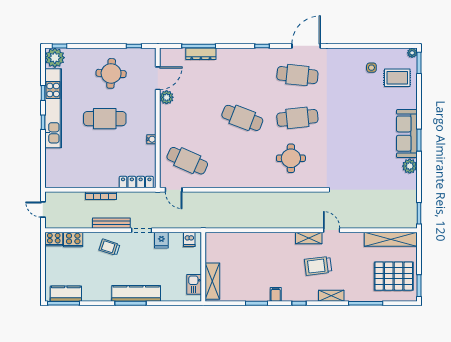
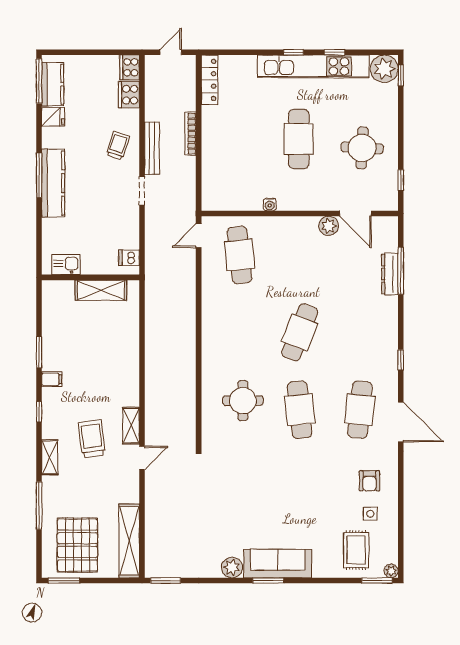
armchair: (348, 68) -> (370, 481), added
cafe table: (187, 161) -> (240, 255), turned -30
locker: (136, 182) -> (210, 80), moved
fridge: (161, 240) -> (53, 117), moved, turned 180
shelving: (212, 281) -> (101, 290), moved

